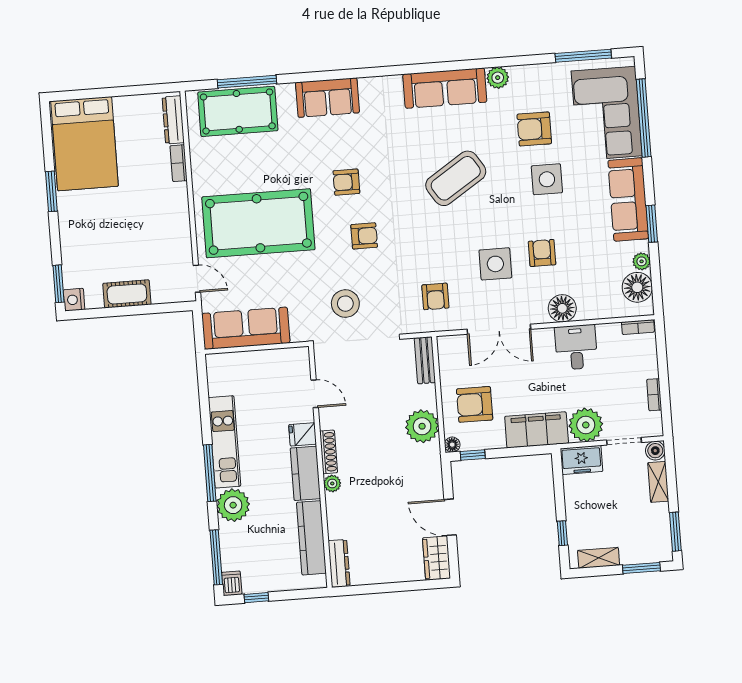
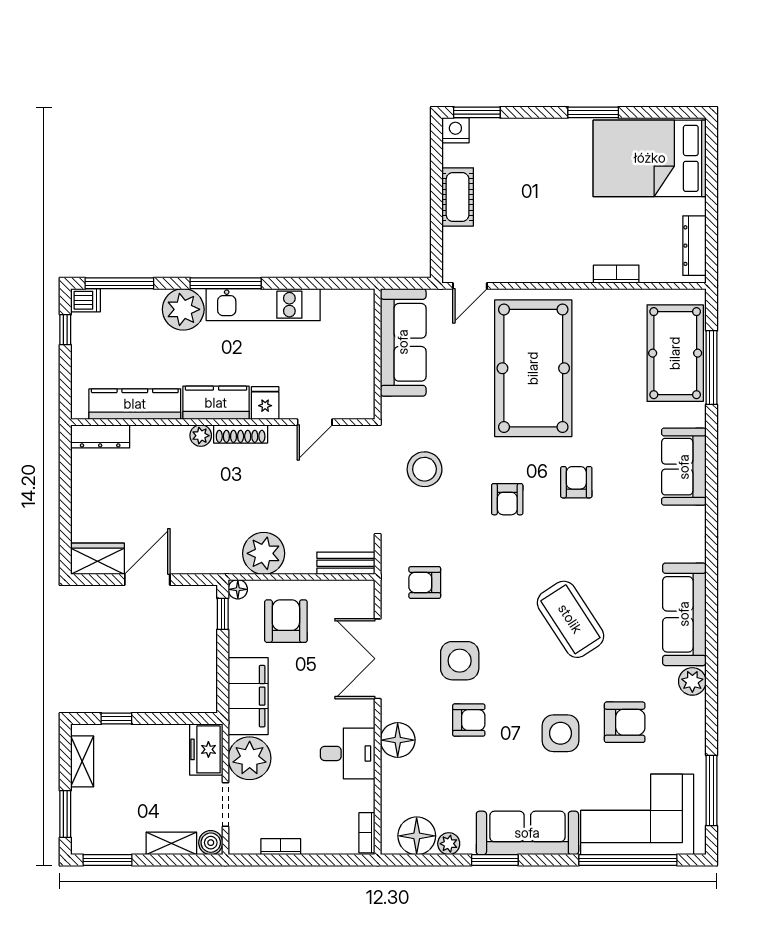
dresser: (173, 120) -> (694, 246), moved, turned -90
armchair: (534, 129) -> (625, 722), turned 90

